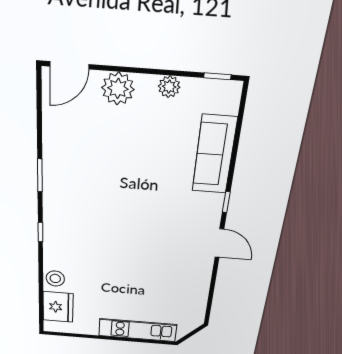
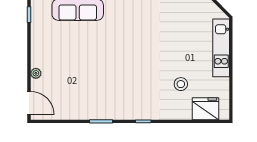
plant: (169, 87) -> (37, 43), removed
plant: (118, 88) -> (36, 73), width x0.53, depth x0.53
stool: (55, 278) -> (181, 84), moved

